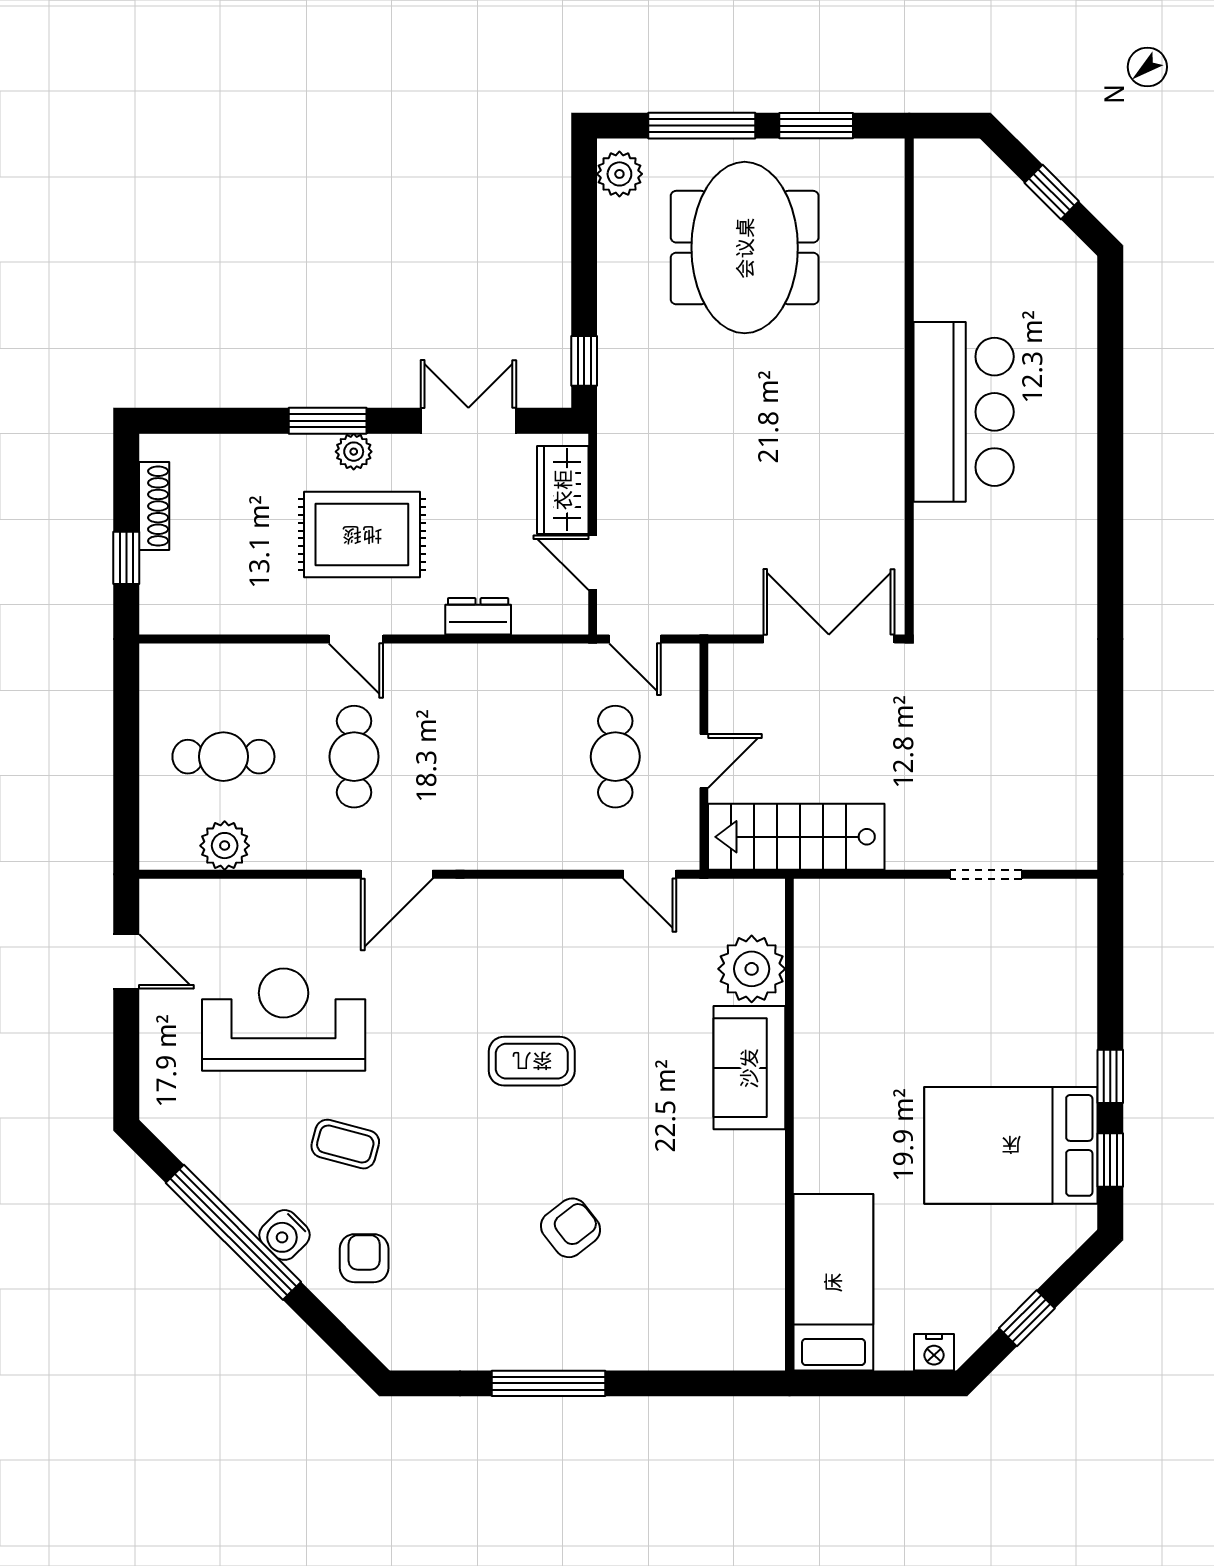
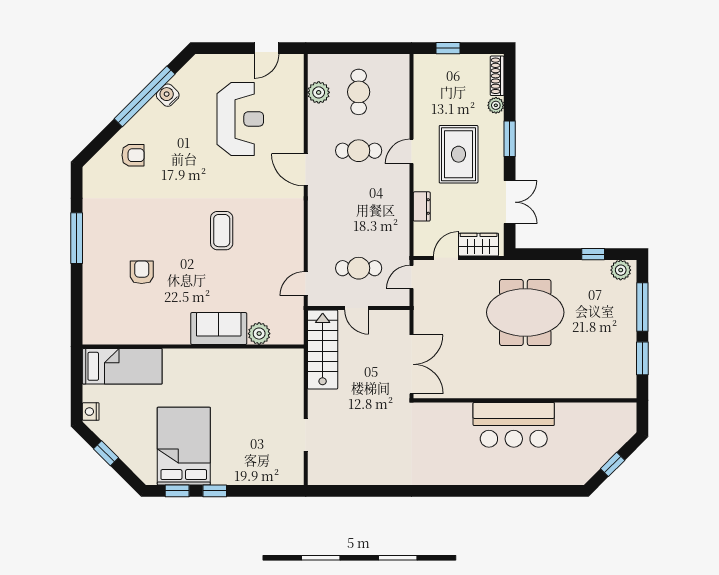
meeting table: (745, 248) -> (525, 312), moved
window: (584, 361) -> (593, 254), moved
plant: (354, 452) -> (496, 105), moved
shoe rack: (154, 506) -> (497, 76), moved, turned 90
plant: (752, 969) -> (259, 334), width x0.73, depth x0.73
coffee table: (345, 1144) -> (184, 147), removed
armchair: (571, 1228) -> (142, 272), moved, turned -142
water cooler: (284, 1235) -> (168, 95), moved

